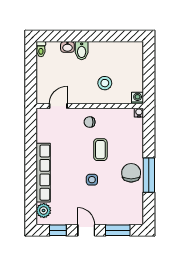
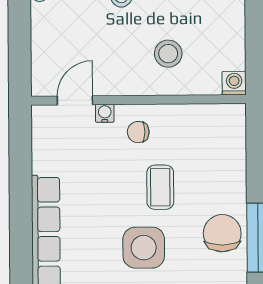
water cooler: (139, 113) -> (105, 113), moved
side table: (92, 180) -> (144, 248), width x1.87, depth x1.87

